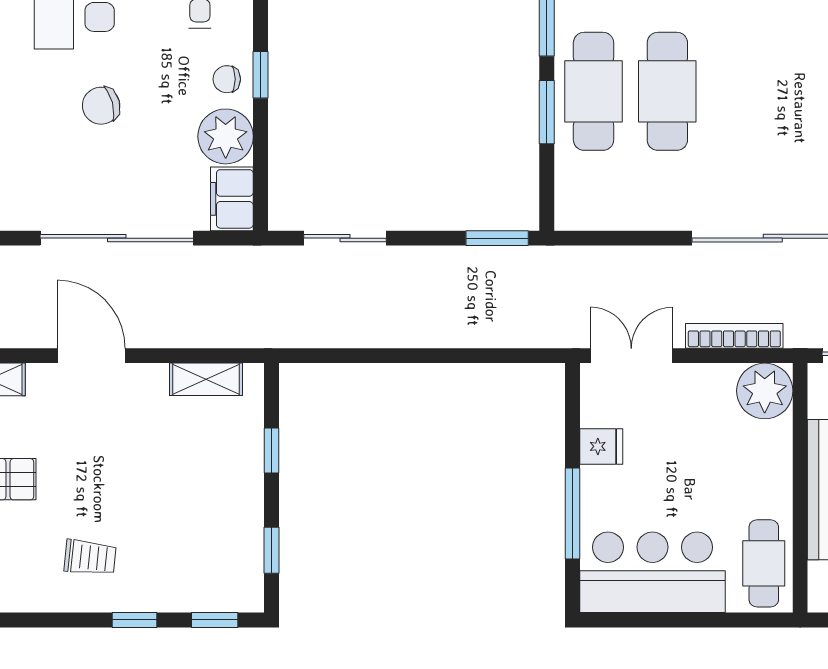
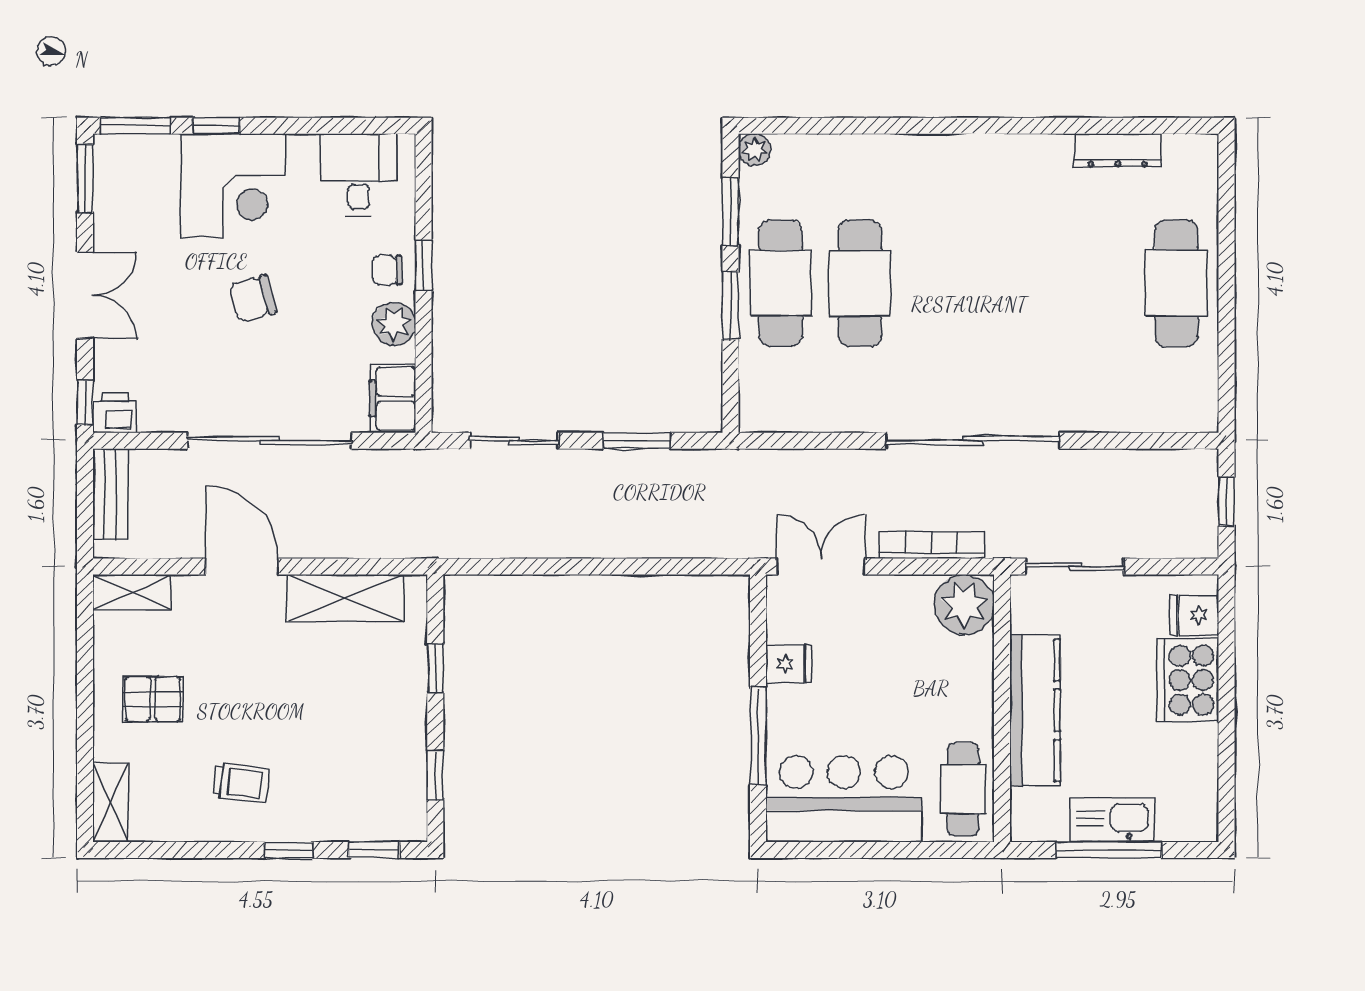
plant: (226, 136) -> (394, 324), width x0.73, depth x0.73
window: (497, 238) -> (636, 441), moved
shelving: (206, 379) -> (346, 598), width x1.50, depth x1.33

